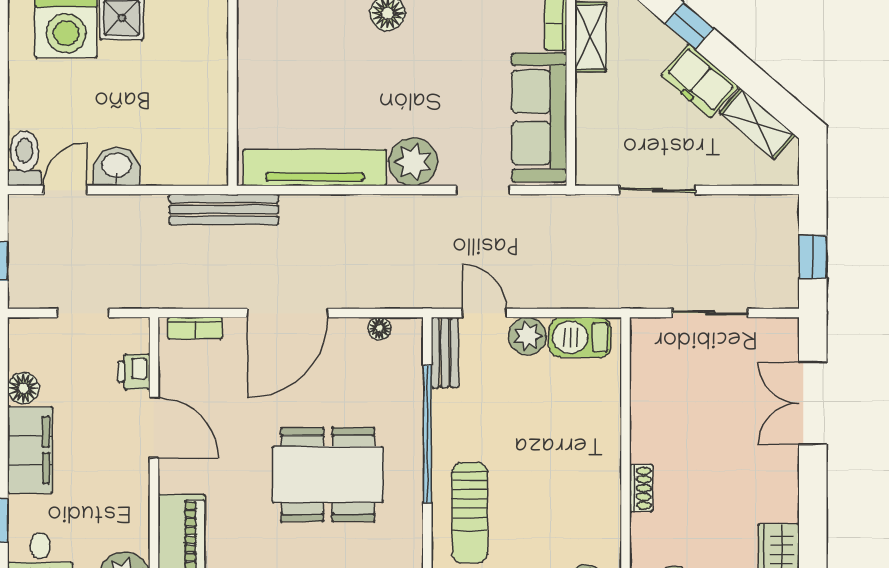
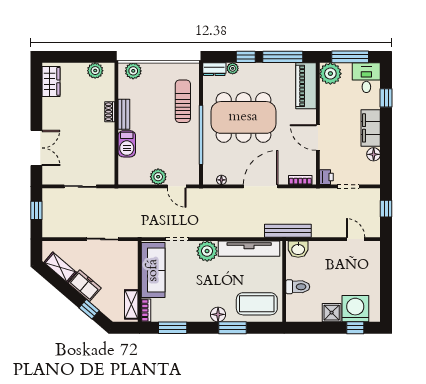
coffee table: (297, 38) -> (257, 304), added
toilet: (24, 158) -> (298, 287), moved, turned -90
washbasin: (116, 166) -> (298, 249), moved
door: (65, 190) -> (356, 239), swing flipped
barbecue: (580, 337) -> (127, 144), moved, turned 90
bench: (445, 353) -> (124, 114), moved
printer: (134, 372) -> (326, 177), moved
dining table: (328, 475) -> (243, 117), width x1.36, depth x1.24

